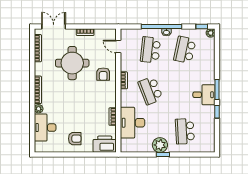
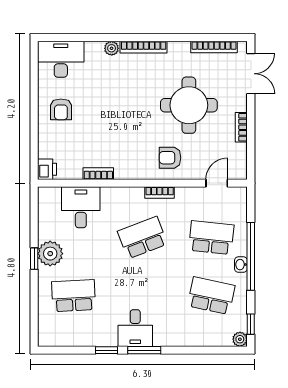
desk: (133, 123) -> (81, 207), width x0.73
desk: (45, 128) -> (61, 59), moved
printer: (105, 144) -> (47, 169), width x0.53, depth x0.68

